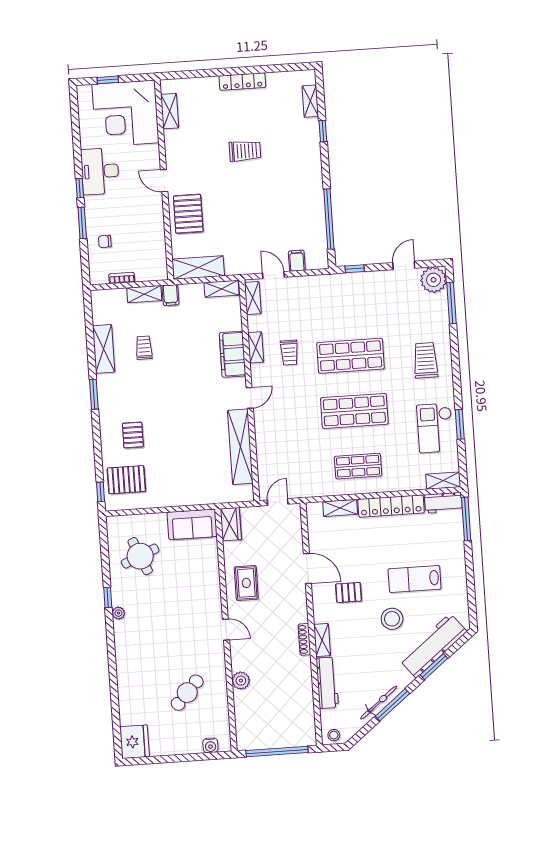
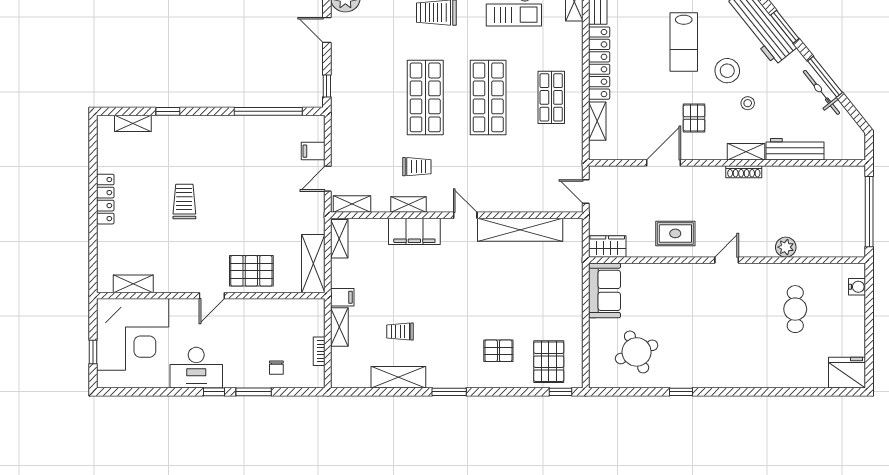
plant: (118, 613) -> (700, 381), removed
cafe table: (187, 693) -> (795, 309), turned 47
stool: (334, 735) -> (748, 103), moved

